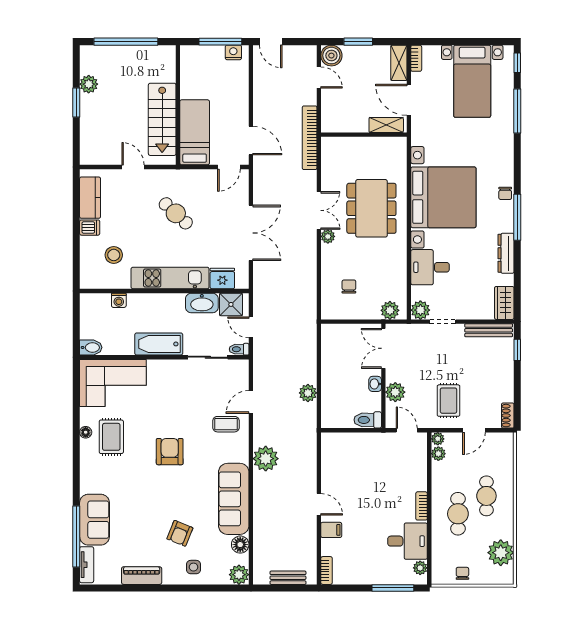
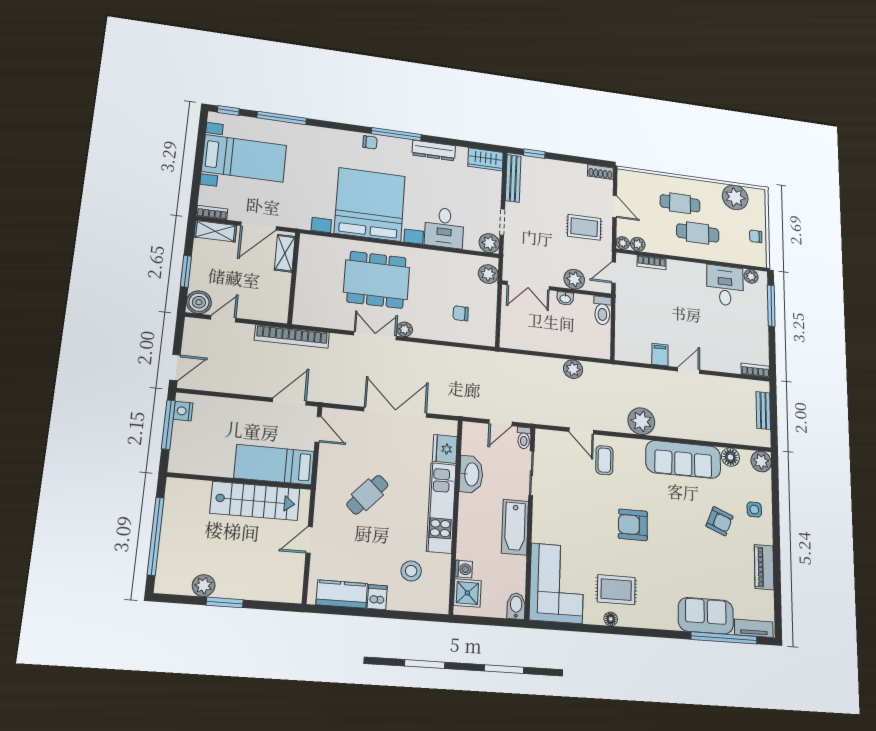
shower: (231, 304) -> (467, 593), moved
bookcase: (422, 506) -> (652, 263), moved
filing cabinet: (331, 530) -> (660, 355), moved

